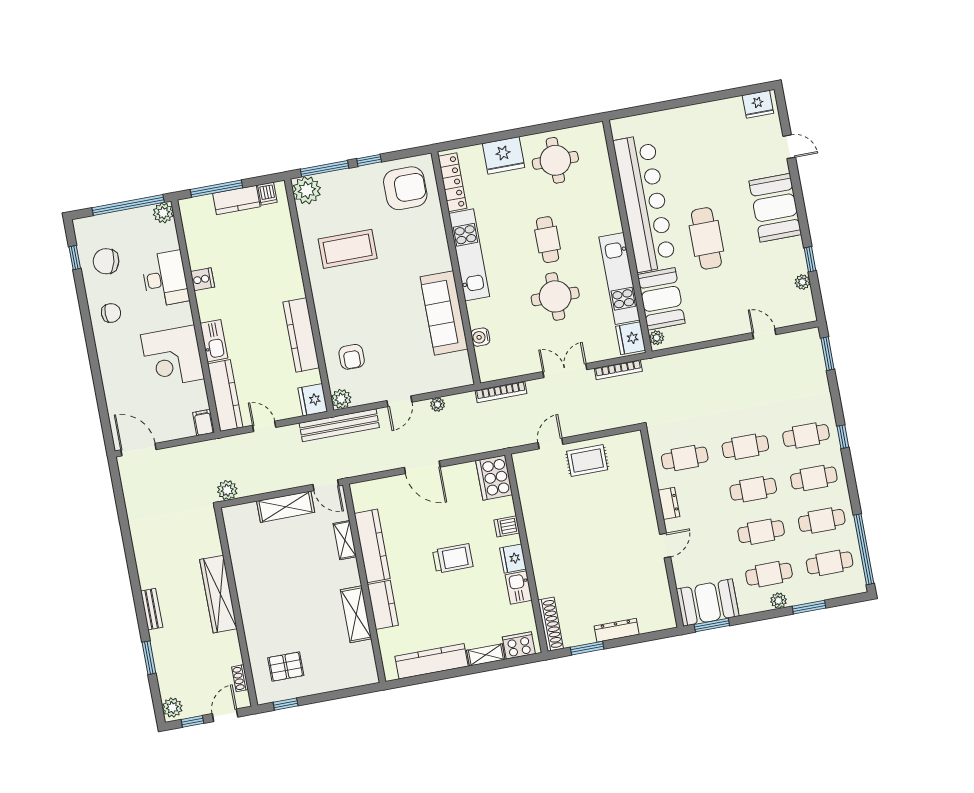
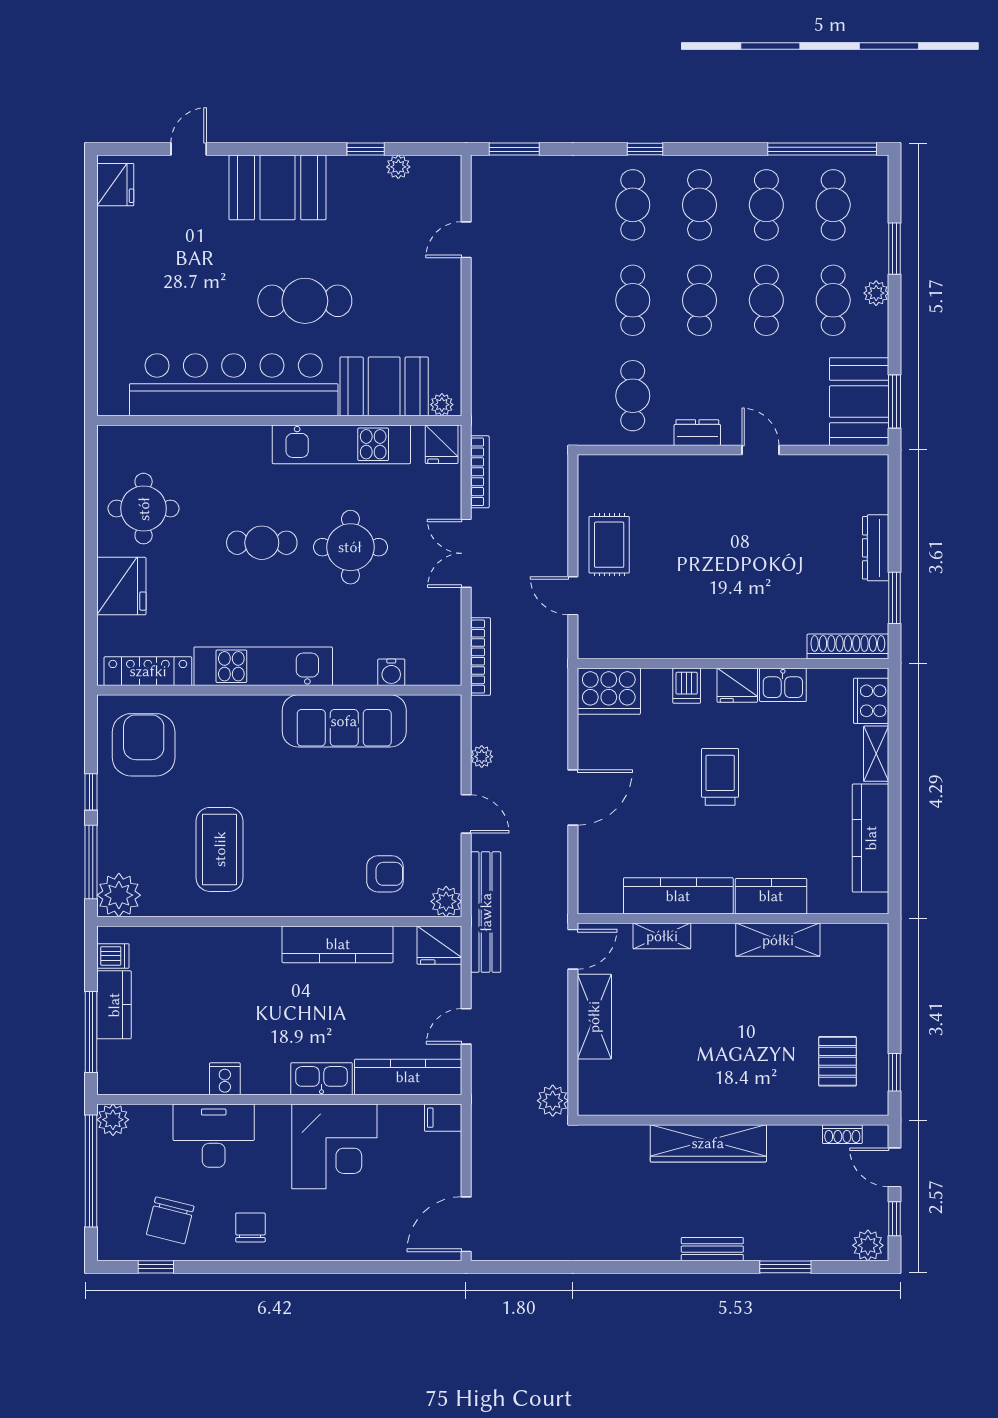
fridge: (631, 338) -> (442, 444), width x0.72

